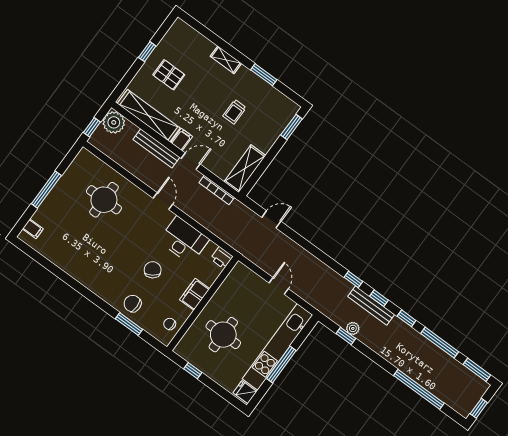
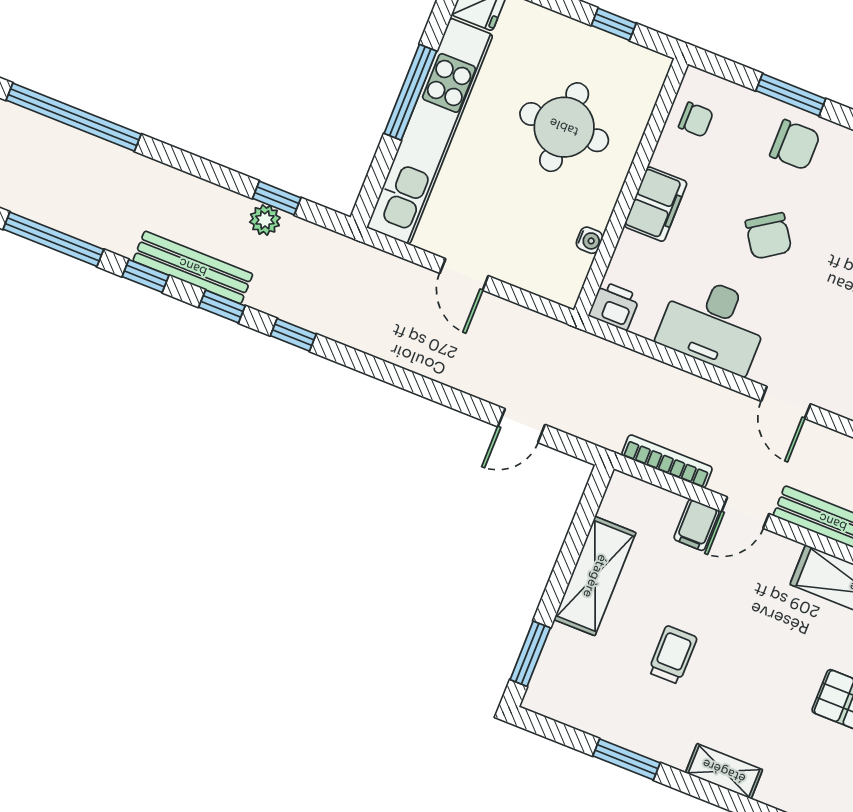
filing cabinet: (182, 140) -> (697, 525), moved
shelving: (245, 169) -> (595, 576), moved
water cooler: (225, 287) -> (589, 240), added
bench: (371, 306) -> (193, 267), moved

